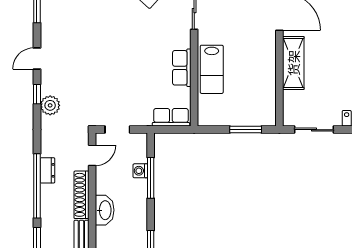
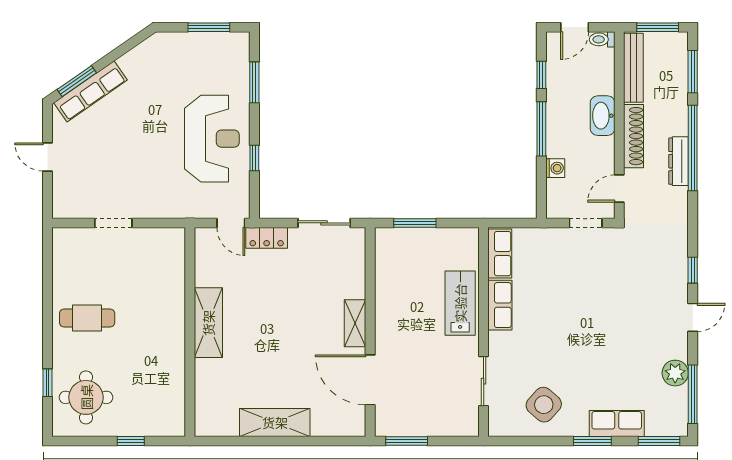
shelving: (293, 63) -> (355, 323), width x0.67, depth x0.75
plant: (50, 105) -> (675, 373), moved
row of seats: (171, 117) -> (500, 254), moved, turned -90
dresser: (48, 170) -> (679, 161), width x1.44
window: (151, 178) -> (541, 129), moved

